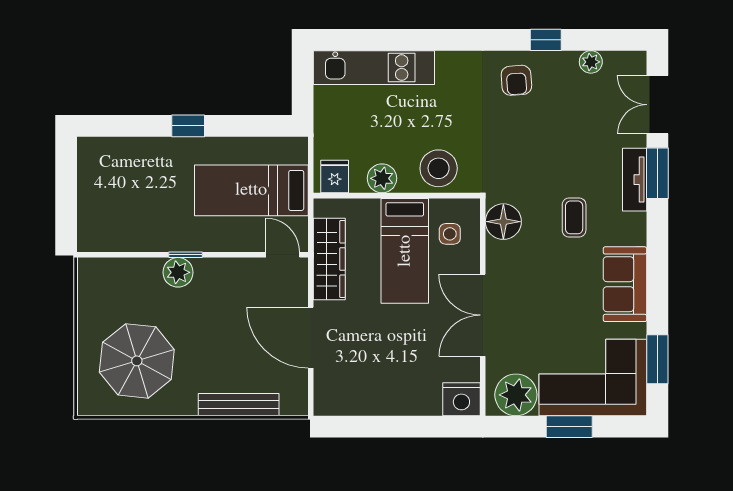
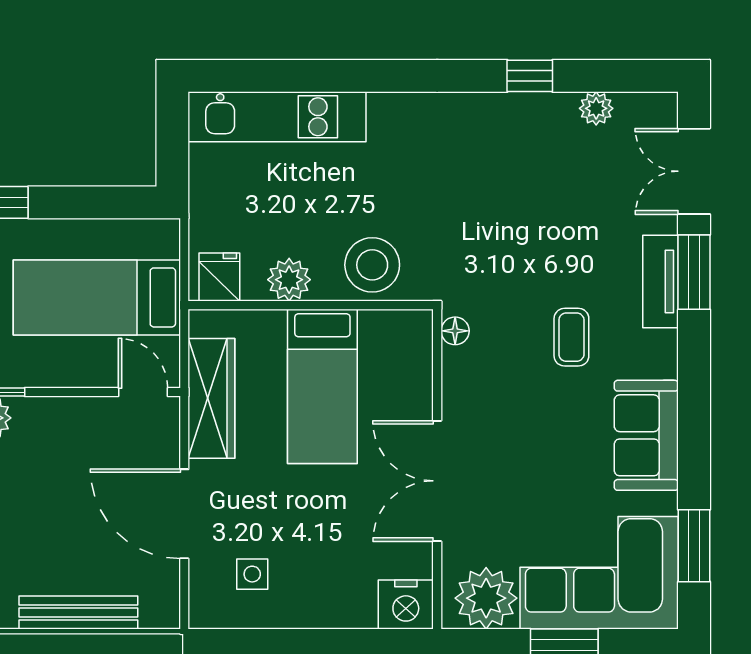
armchair: (516, 80) -> (487, 136), removed
floor lamp: (503, 222) -> (455, 331), width x0.53, depth x0.53
side table: (450, 234) -> (252, 574), moved

